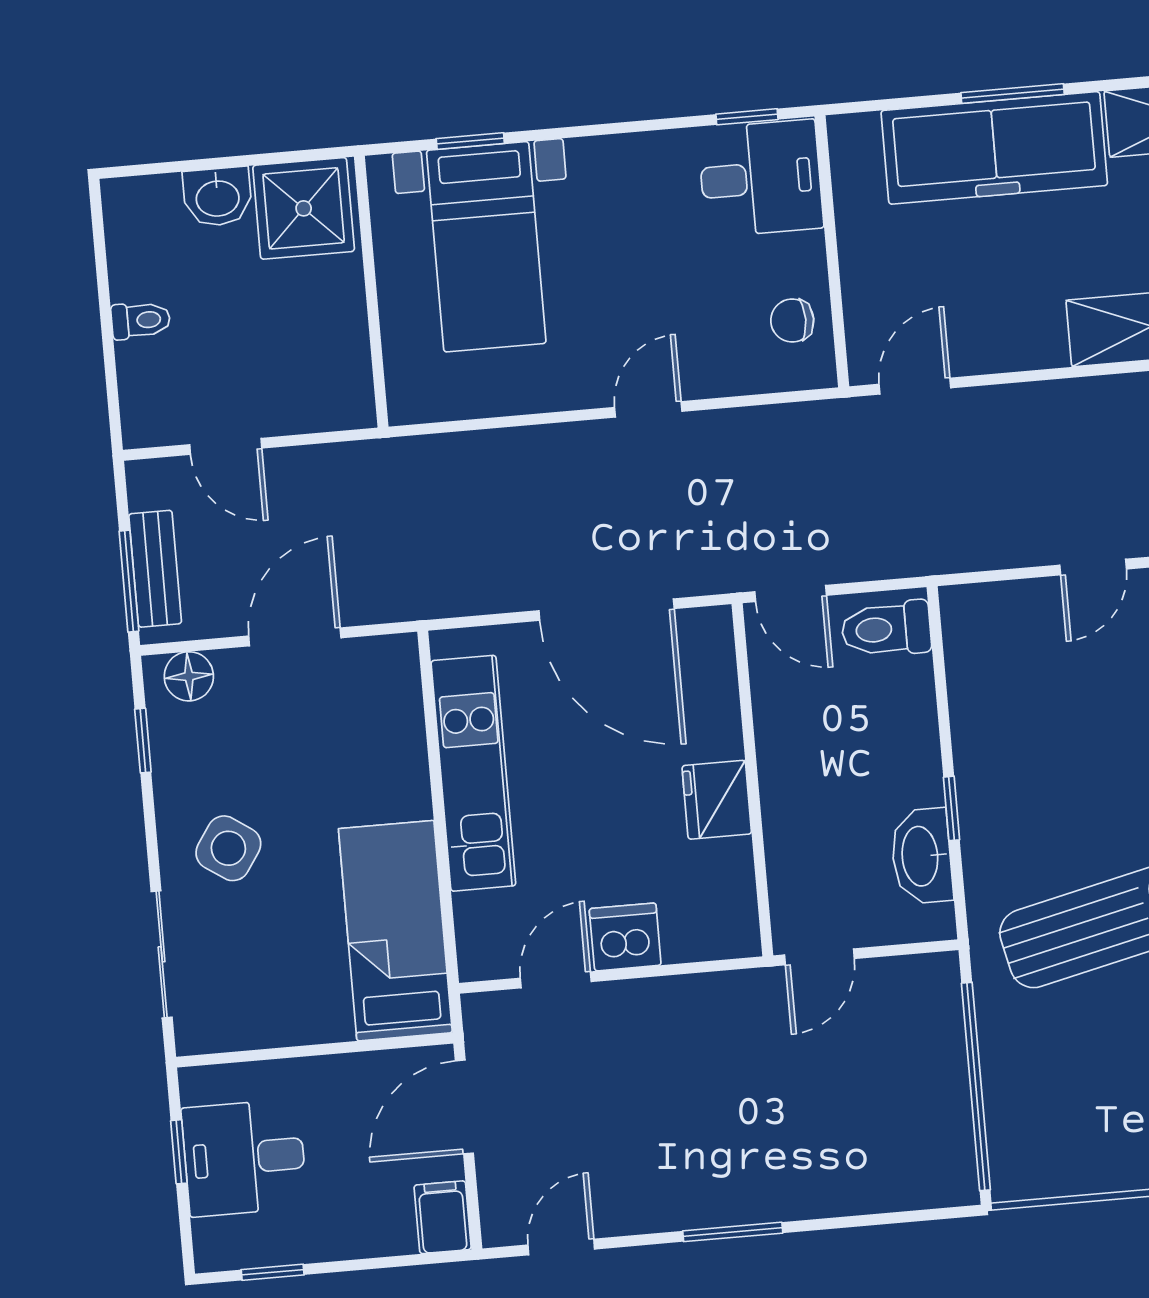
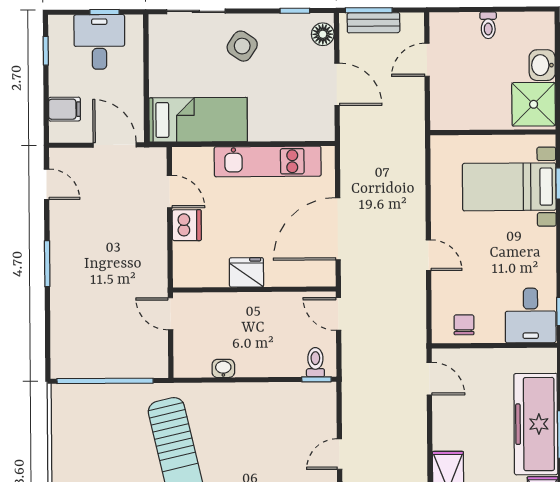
door: (1093, 567) -> (340, 454), hinge flipped
door: (791, 593) -> (339, 314), hinge flipped
toilet: (886, 629) -> (315, 362), width x0.73, depth x0.72
window: (952, 808) -> (316, 379), moved
washbasin: (922, 856) -> (223, 368), width x0.52, depth x0.69
filing cabinet: (443, 1217) -> (65, 109), moved

